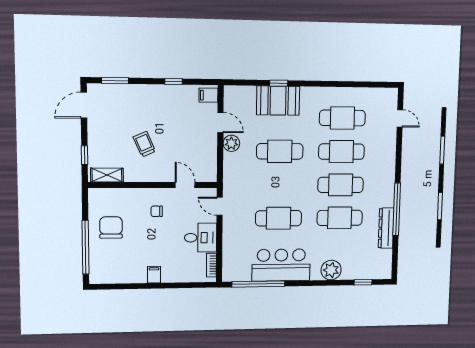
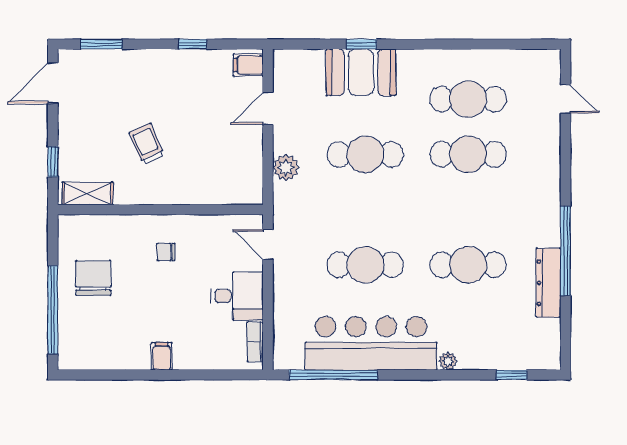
door: (220, 122) -> (268, 108), swing flipped
plant: (231, 143) -> (286, 168), moved
door: (185, 185) -> (211, 210), removed
cafe table: (341, 185) -> (468, 210), removed
bar counter: (281, 265) -> (371, 343), width x1.36
plant: (331, 270) -> (448, 361), width x0.53, depth x0.53

